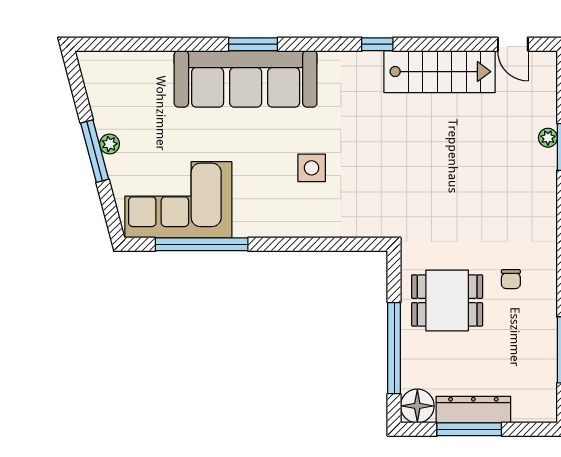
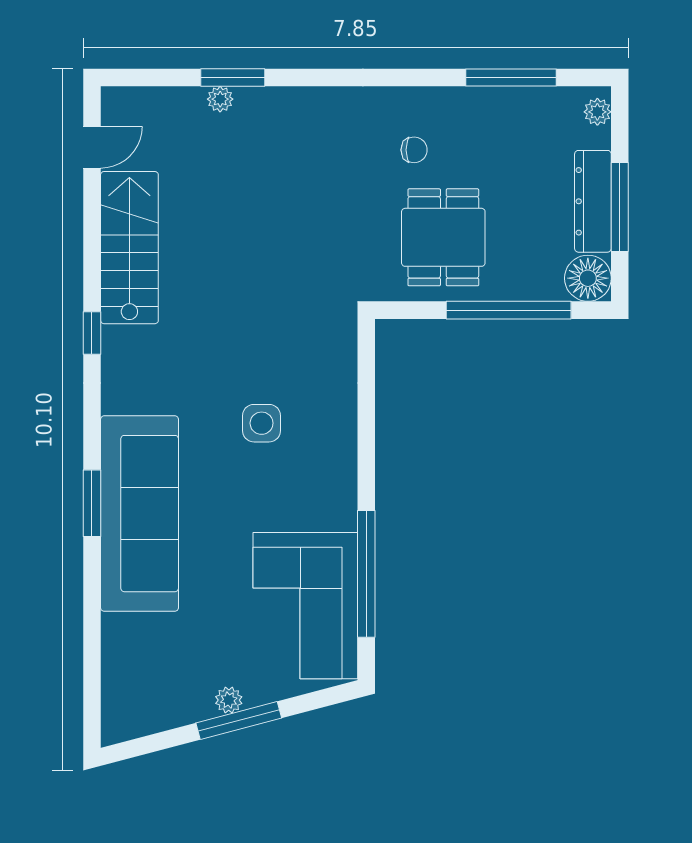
plant: (539, 413) -> (597, 112), added

